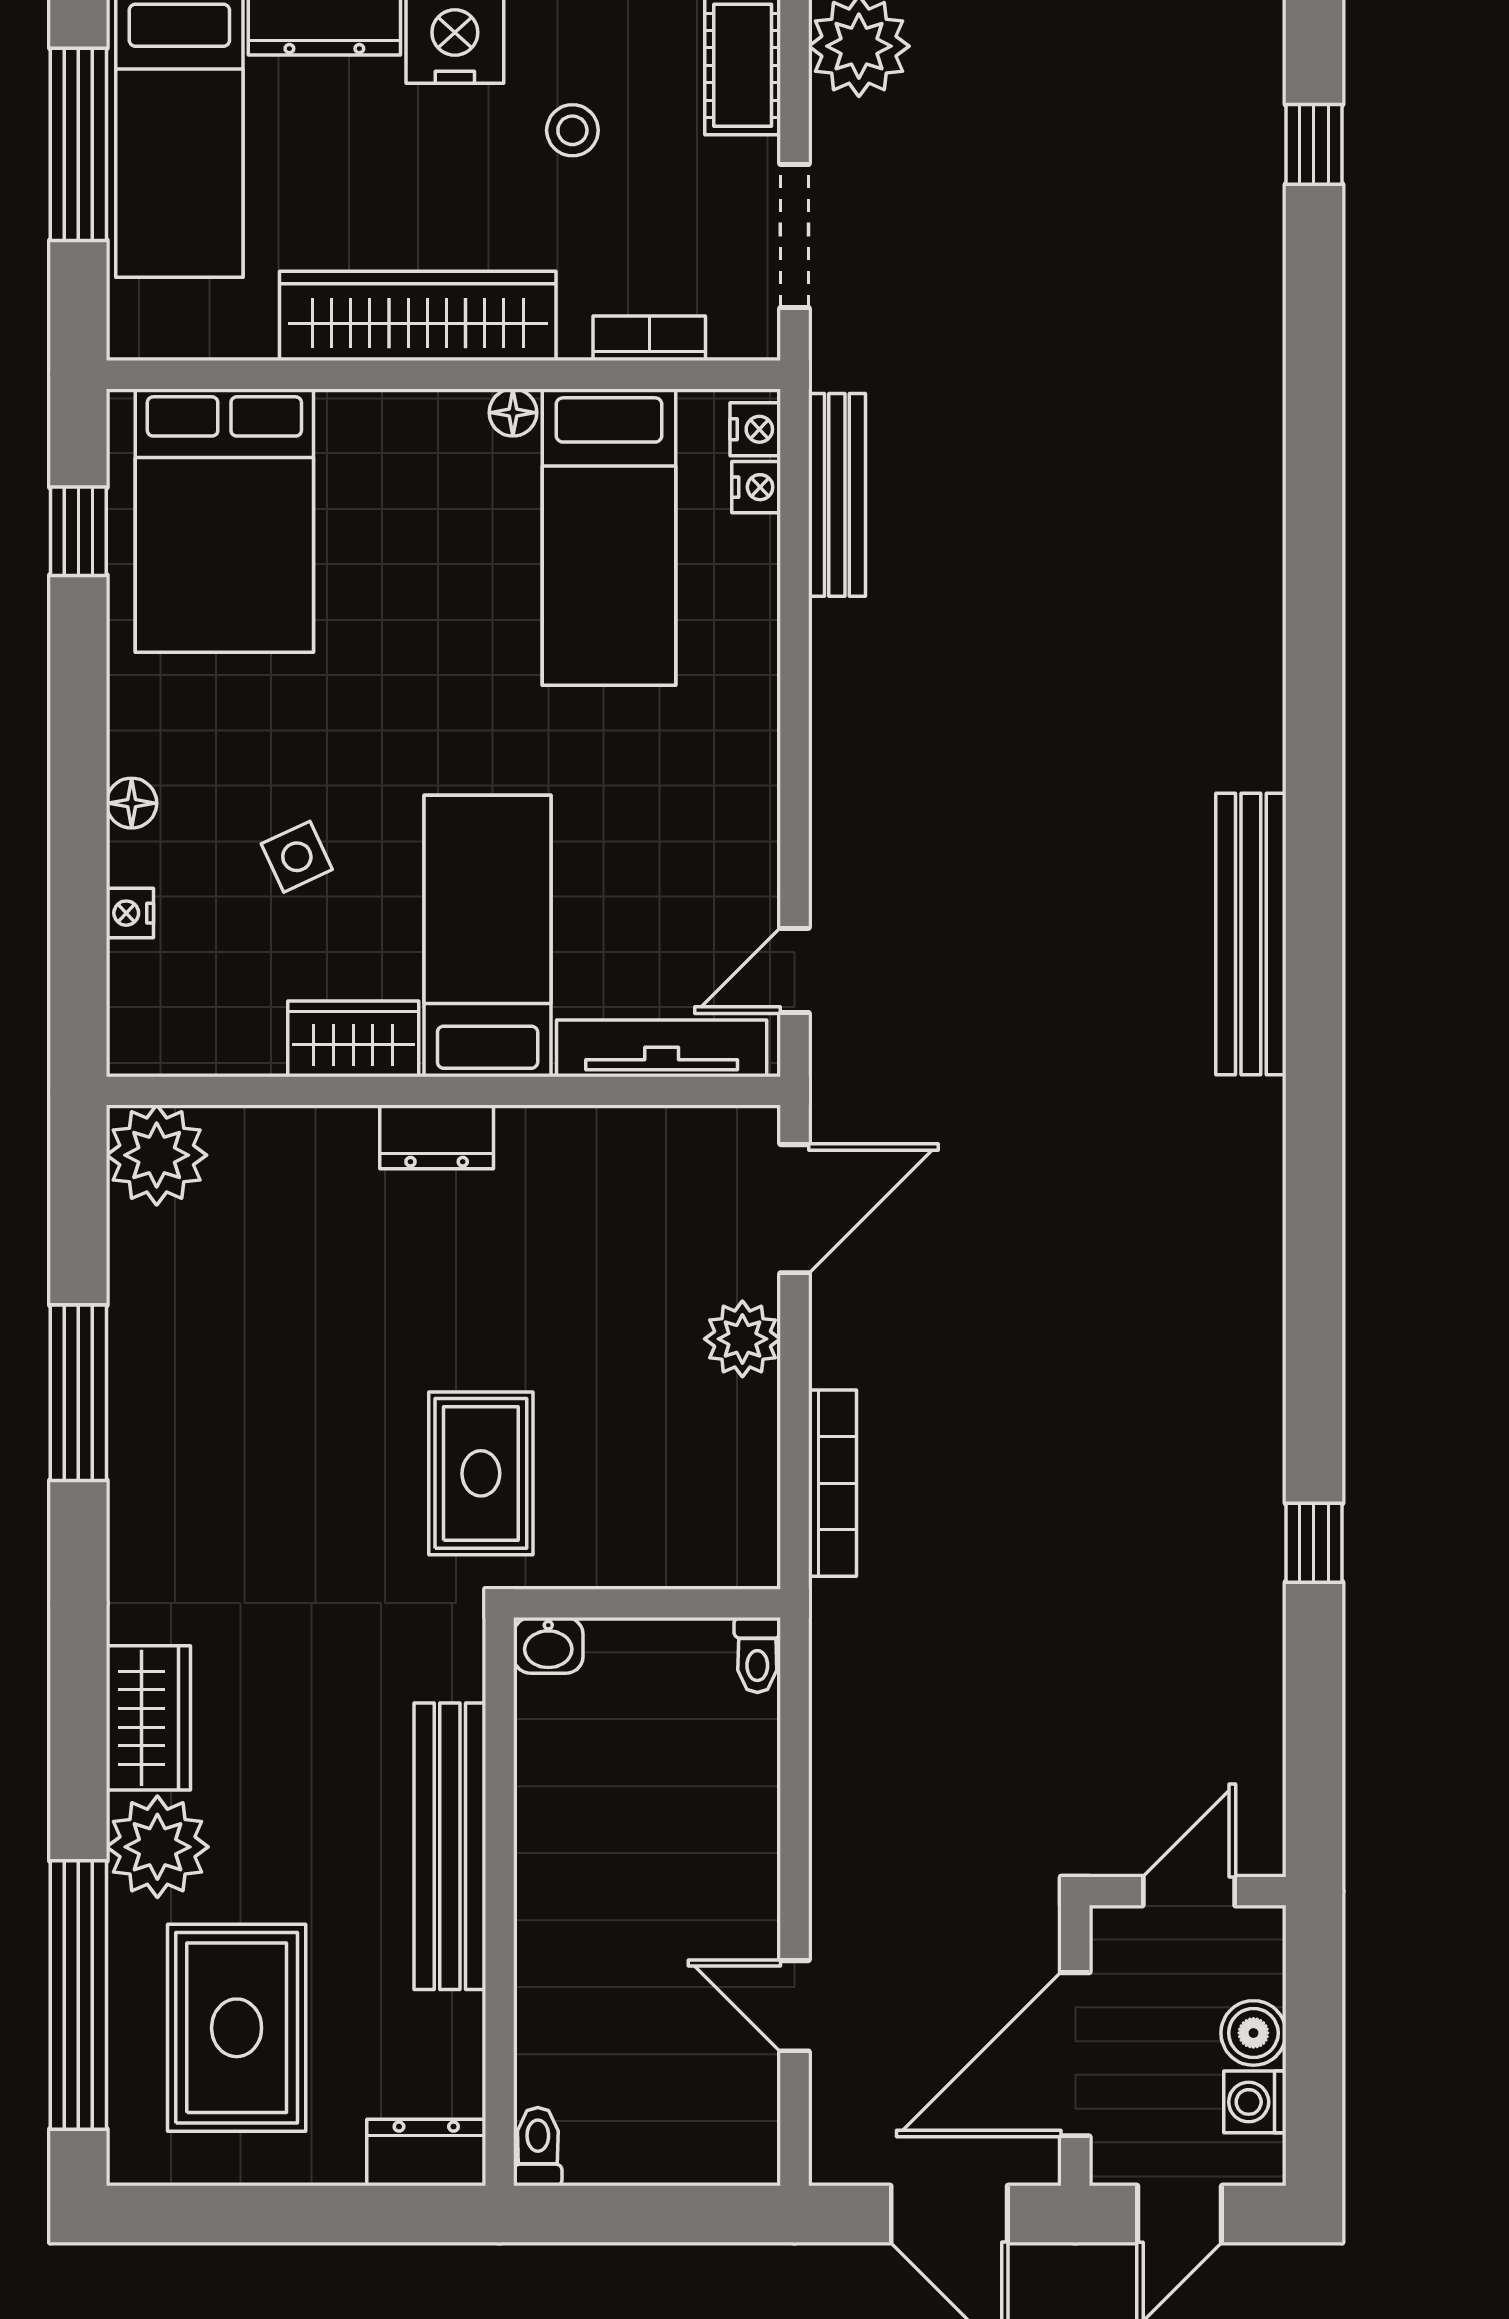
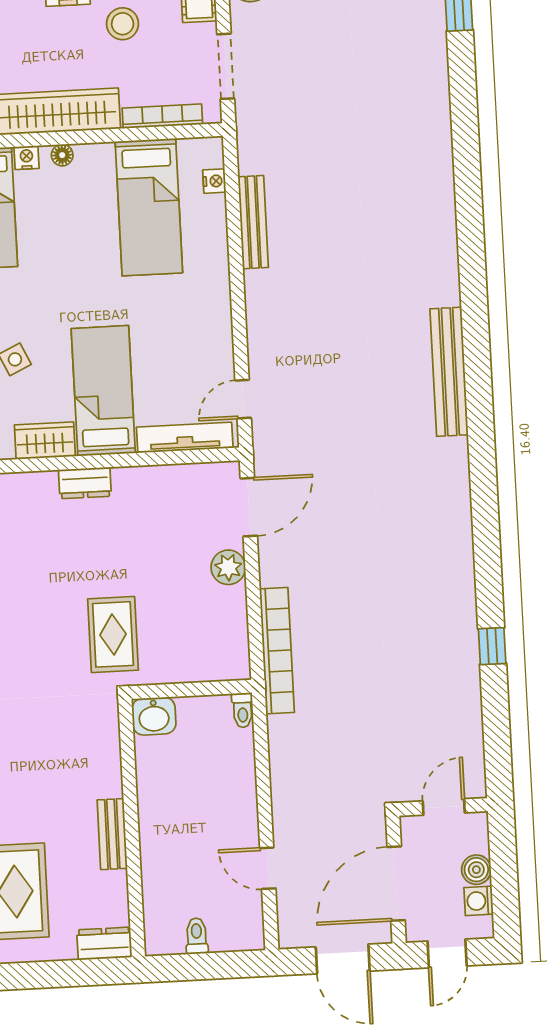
stool: (572, 130) -> (123, 24), width x1.37, depth x1.37
bookcase: (649, 338) -> (162, 116), width x1.56
floor lamp: (513, 413) -> (62, 155), moved
nightstand: (755, 429) -> (26, 158), moved, turned -90
bench: (837, 495) -> (253, 222), moved
bookcase: (832, 1483) -> (277, 651), width x1.48, depth x1.31
washbasin: (548, 1645) -> (154, 716), width x1.38, depth x1.45
bench: (450, 1846) -> (112, 834), width x0.54, depth x0.82
toilet: (538, 2147) -> (197, 936), moved

